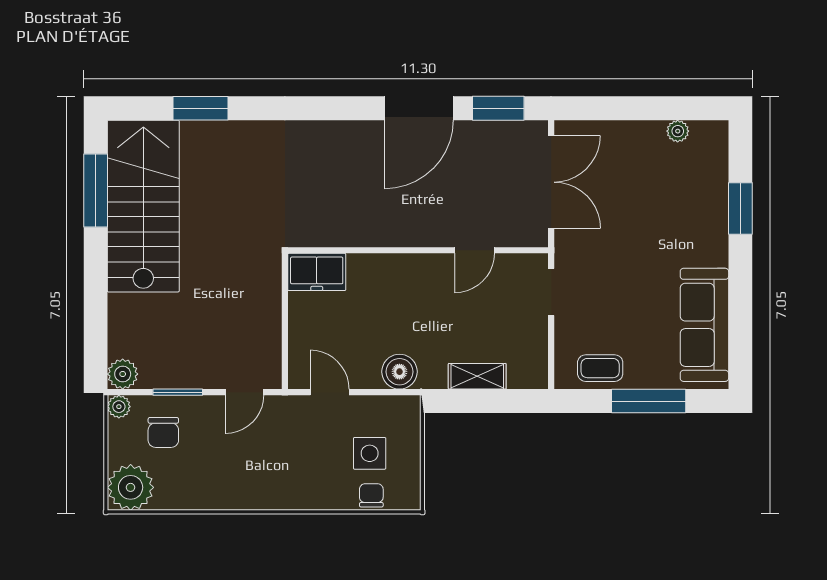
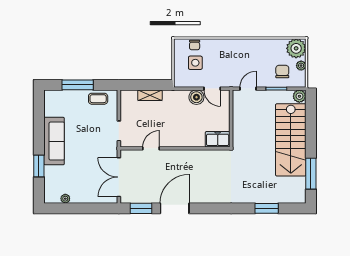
stairs: (143, 206) -> (291, 140), moved
sofa: (704, 325) -> (54, 141), moved
boiler: (399, 372) -> (196, 97), moved
plant: (119, 407) -> (301, 66), moved

